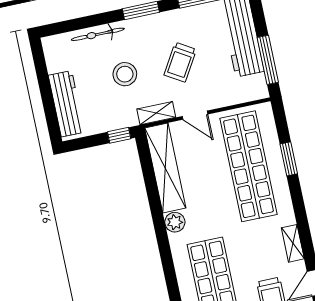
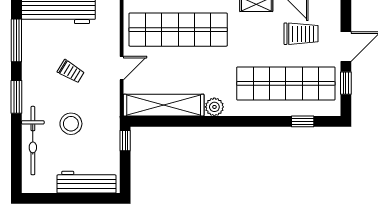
bicycle: (98, 34) -> (33, 141), width x1.37, depth x1.40
trolley: (180, 62) -> (71, 71), width x0.73, depth x0.72
shelving: (156, 113) -> (112, 103), removed

